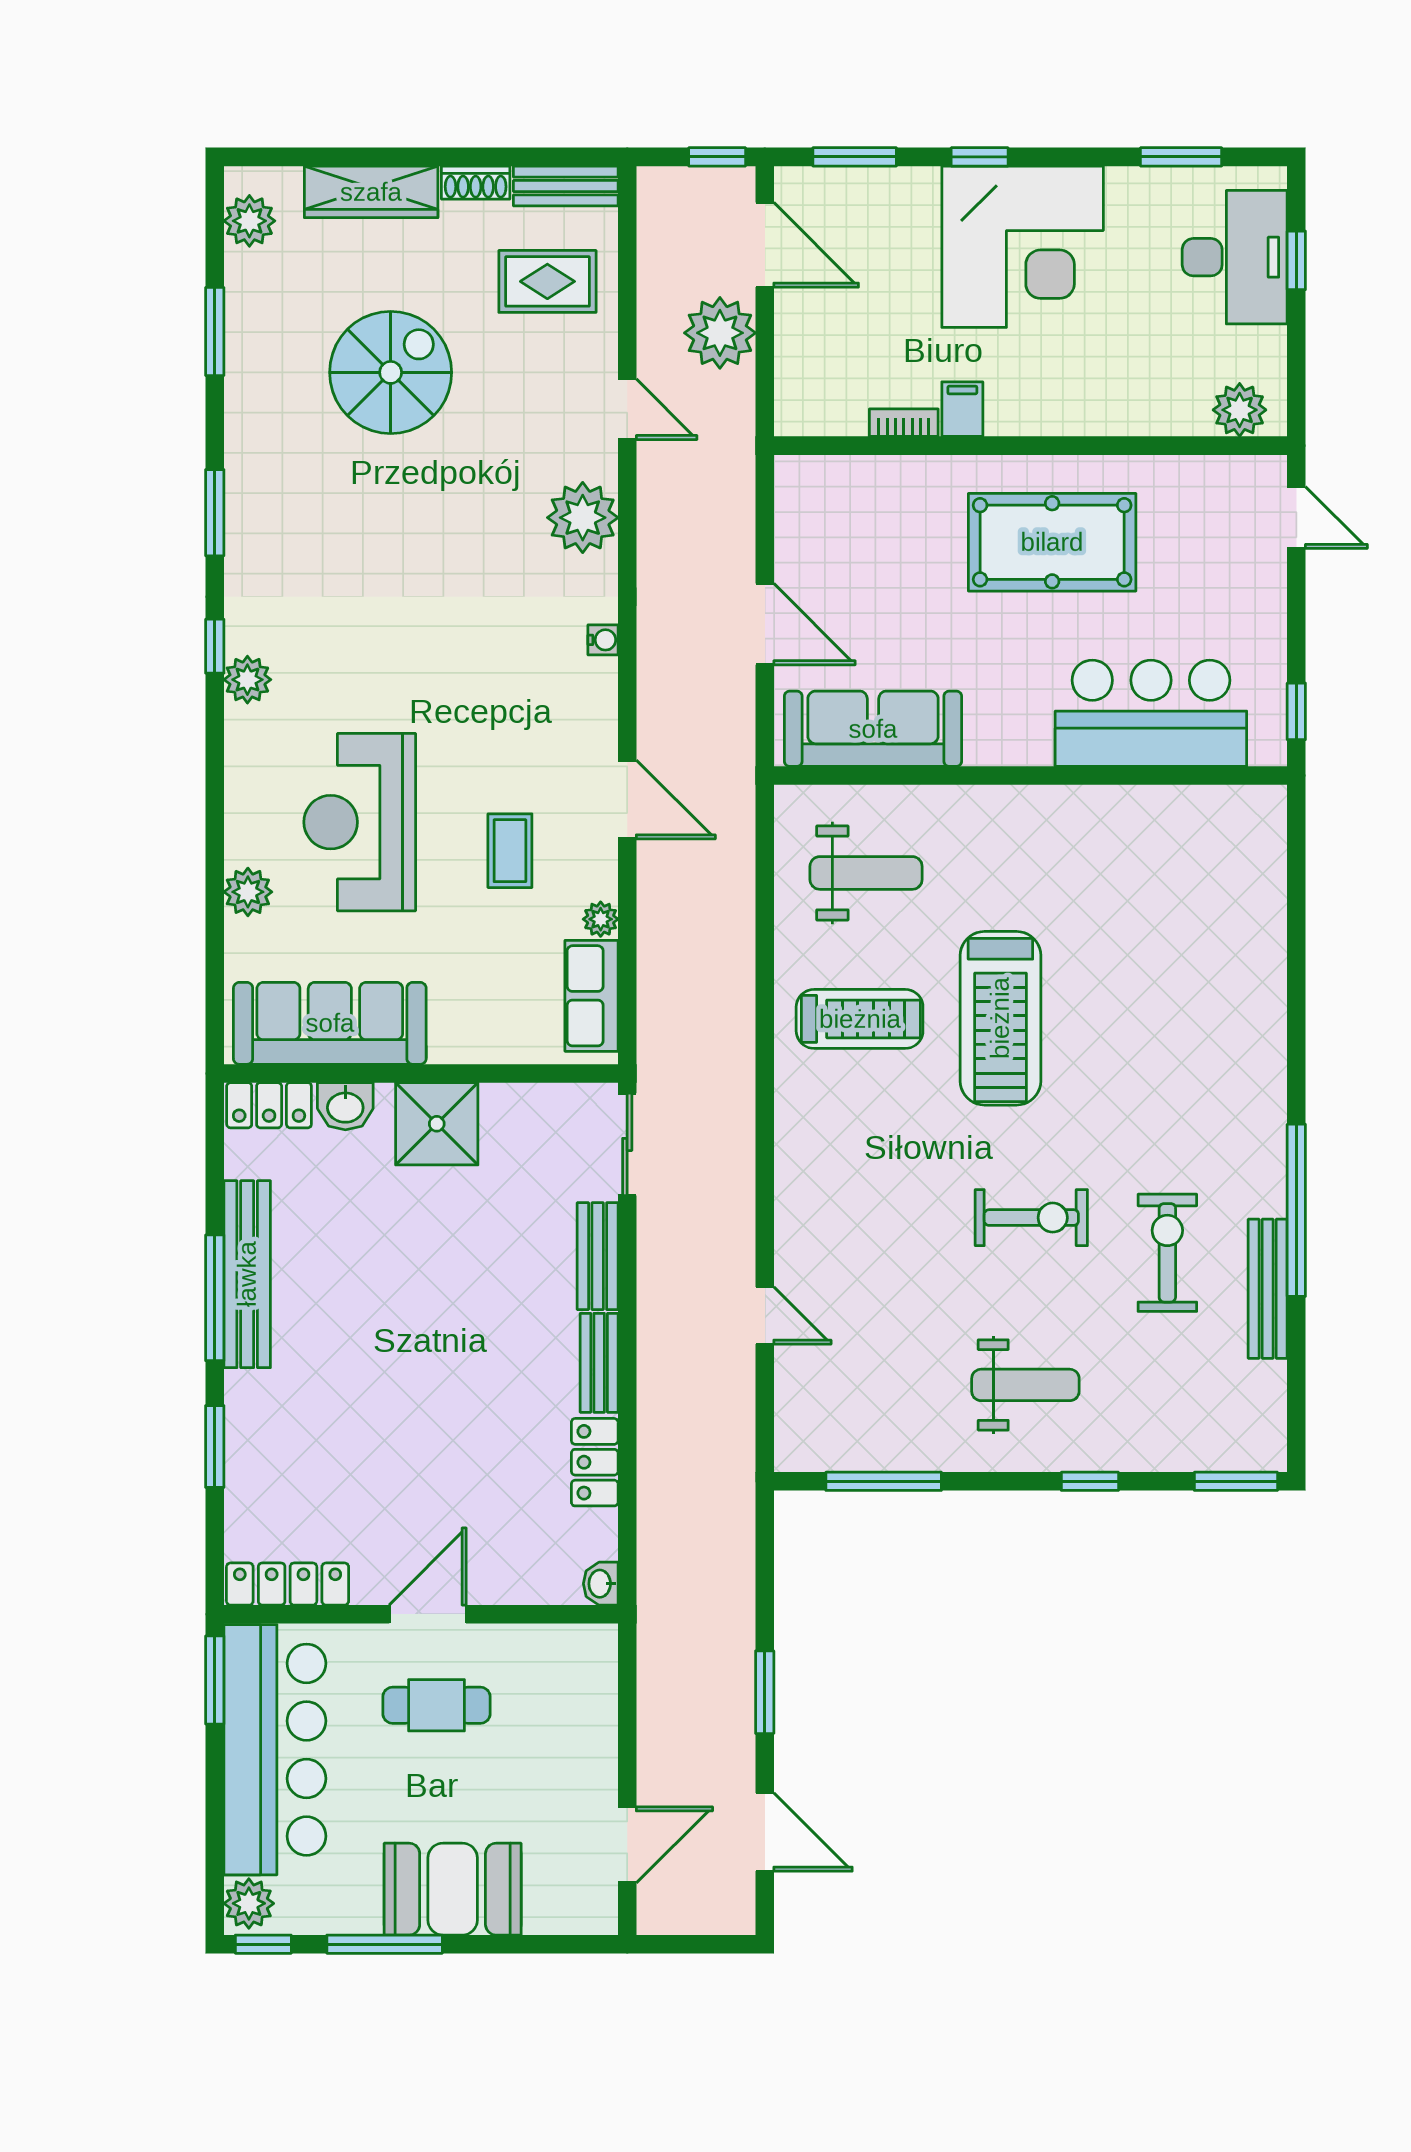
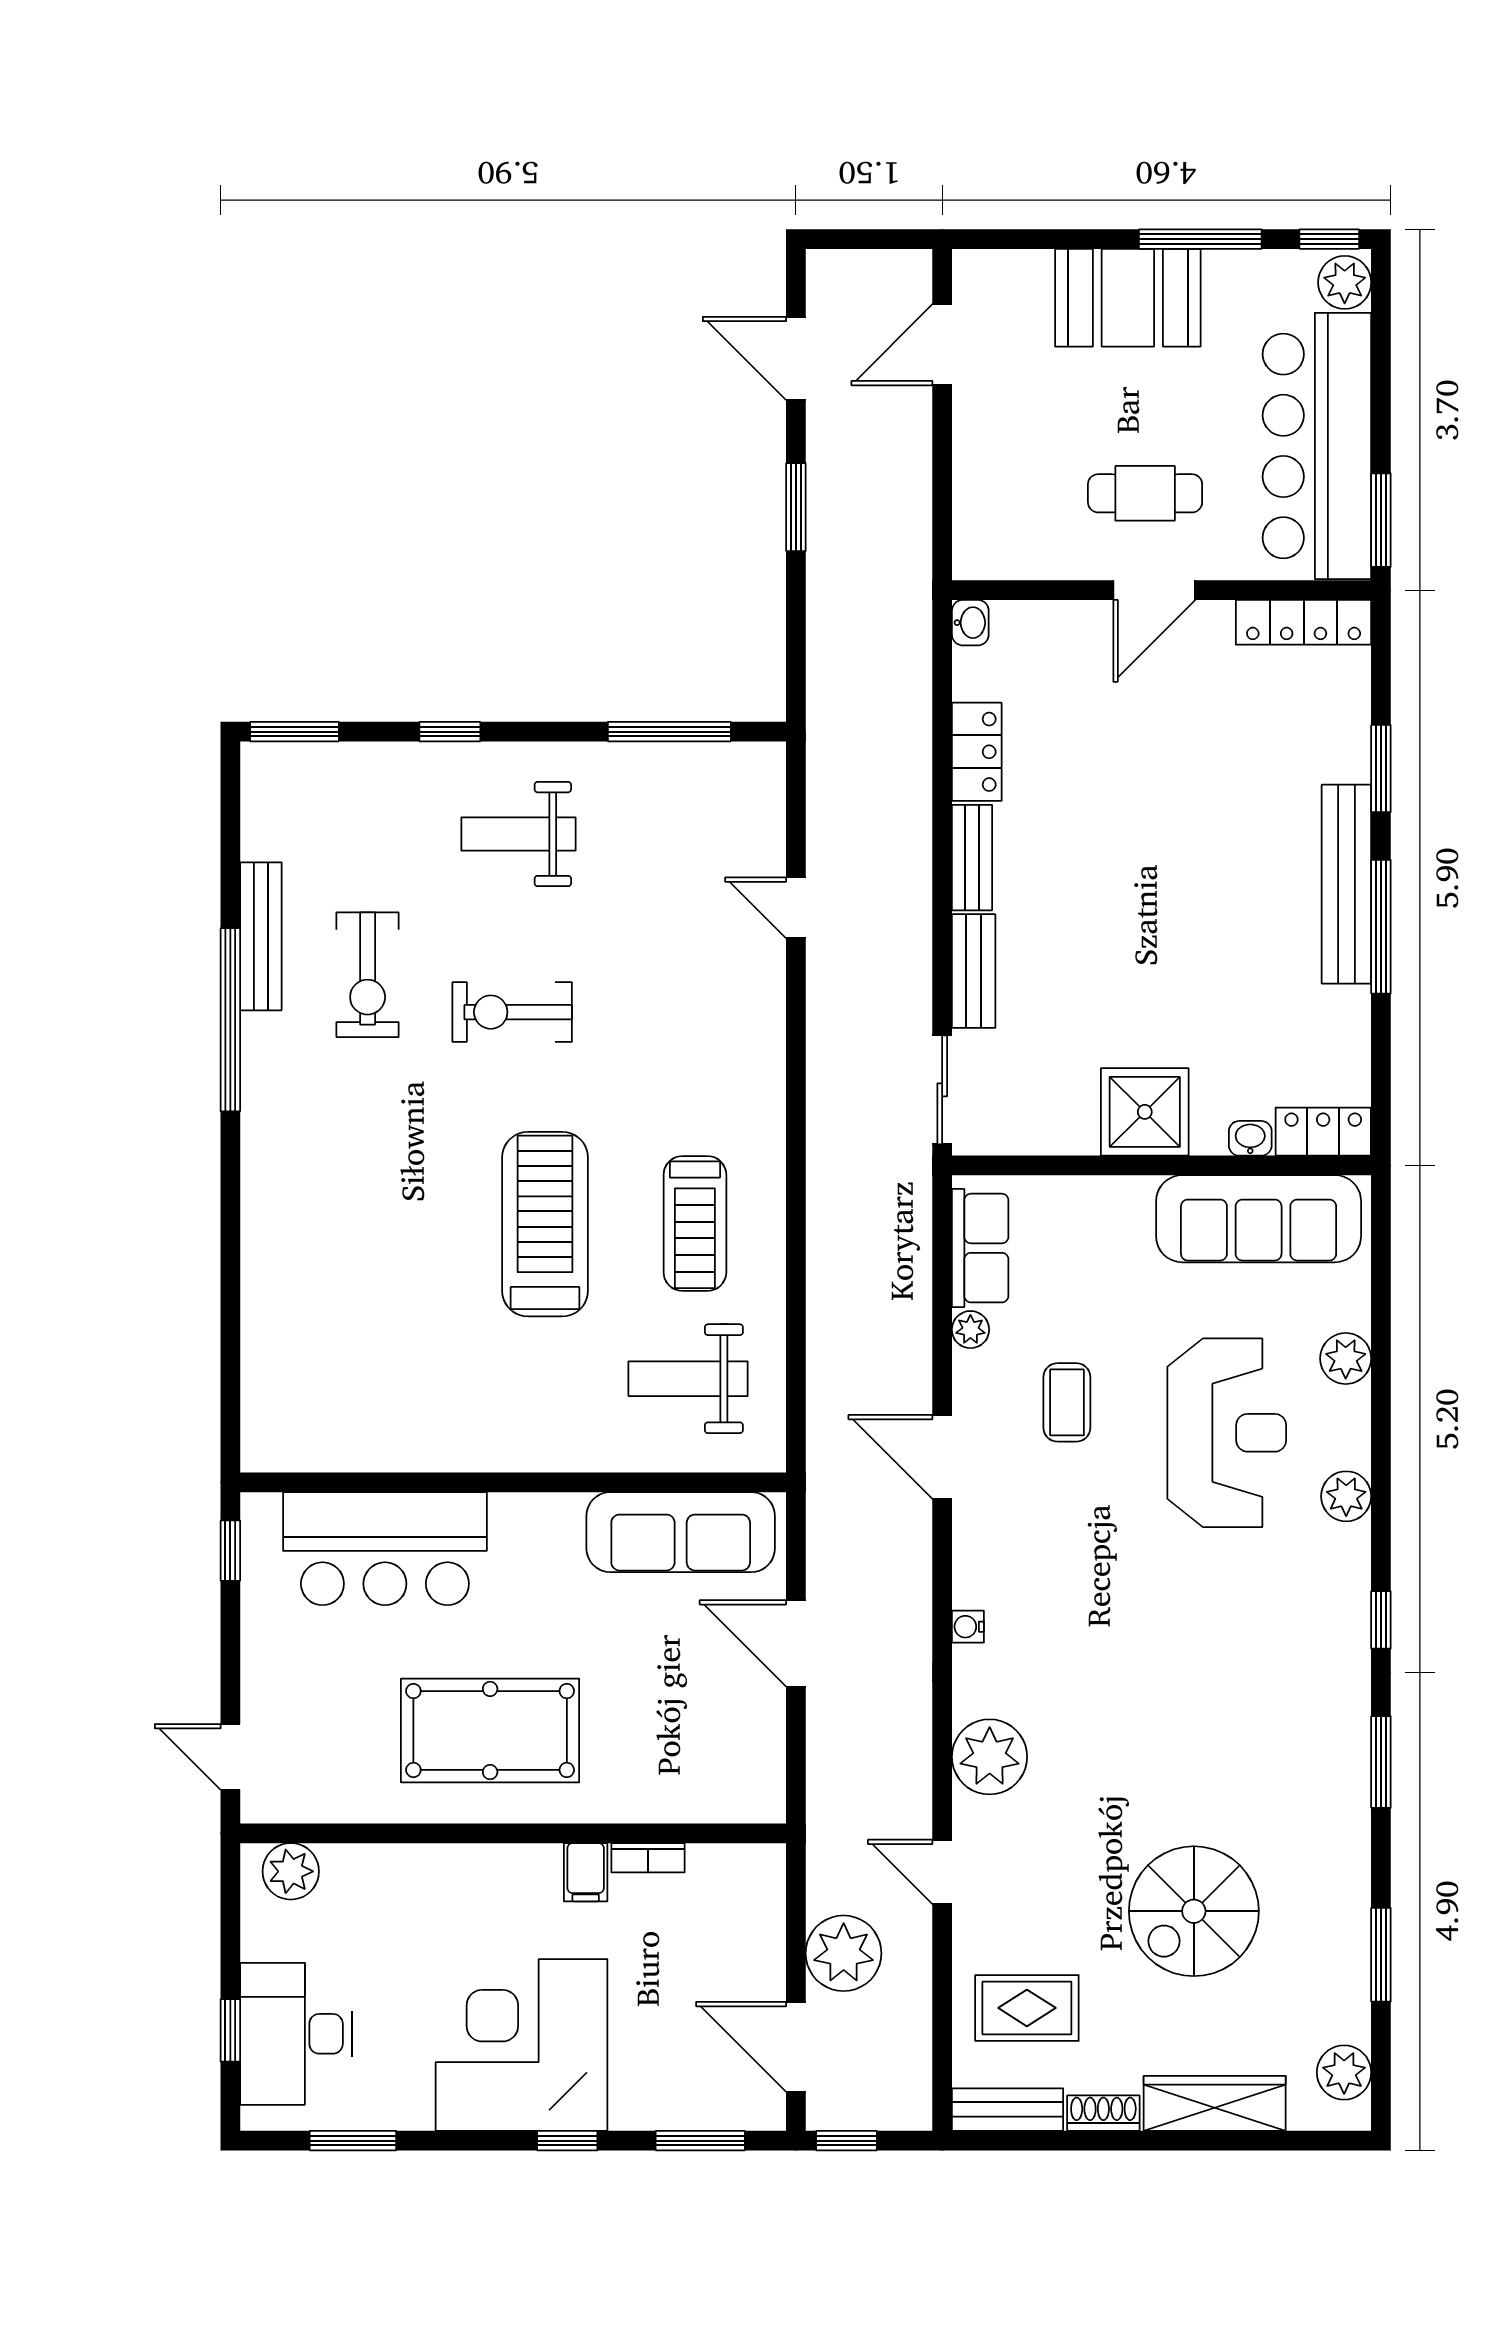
plant: (247, 680) -> (1346, 1496), moved
treadmill: (860, 1019) -> (695, 1223), turned -90
washbasin: (345, 1106) -> (1250, 1138), width x0.72, depth x0.69
bench: (247, 1274) -> (1346, 884), moved

